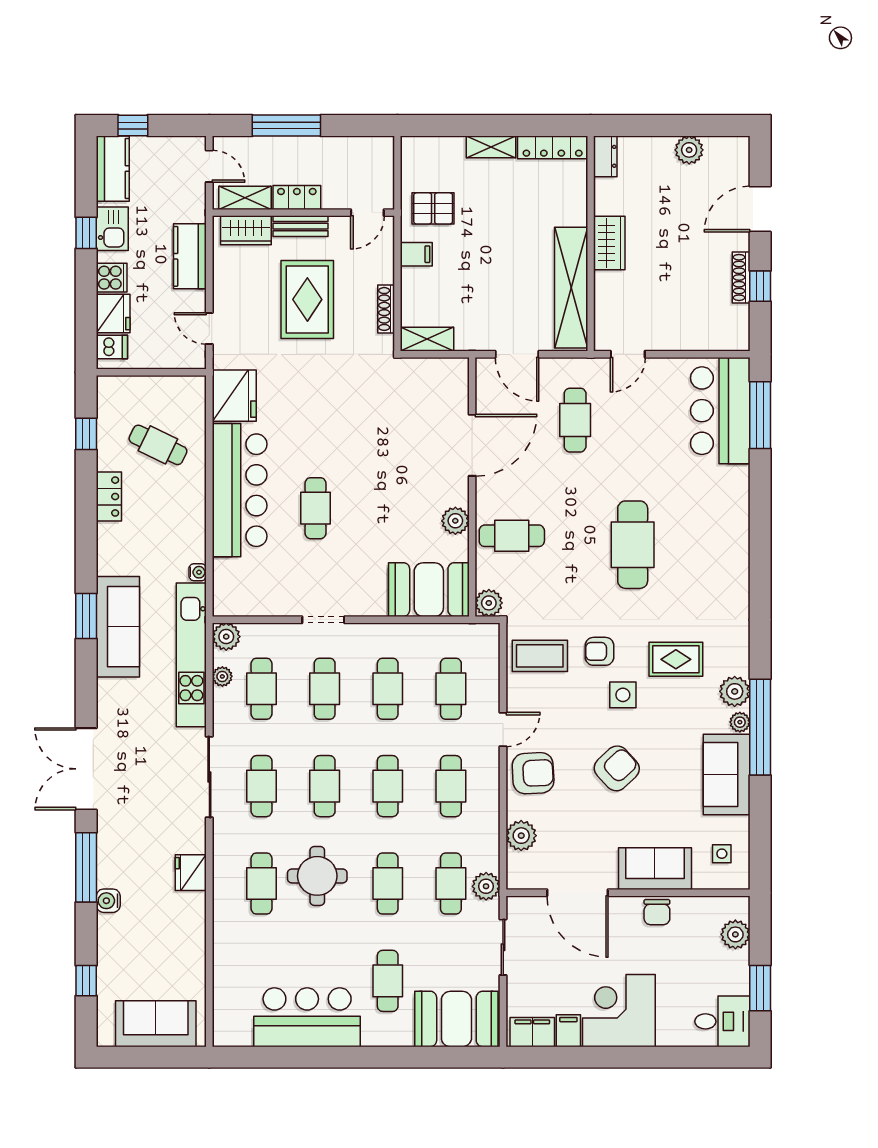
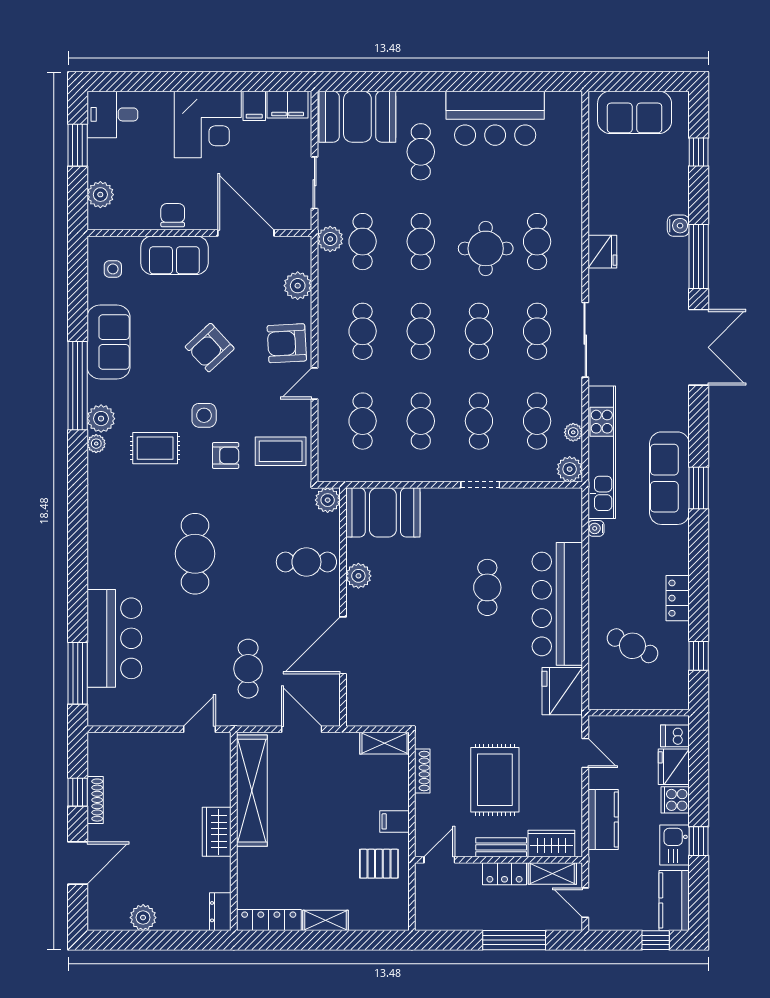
bar counter: (720, 411) -> (114, 638), moved
plant: (740, 722) -> (96, 444), moved

